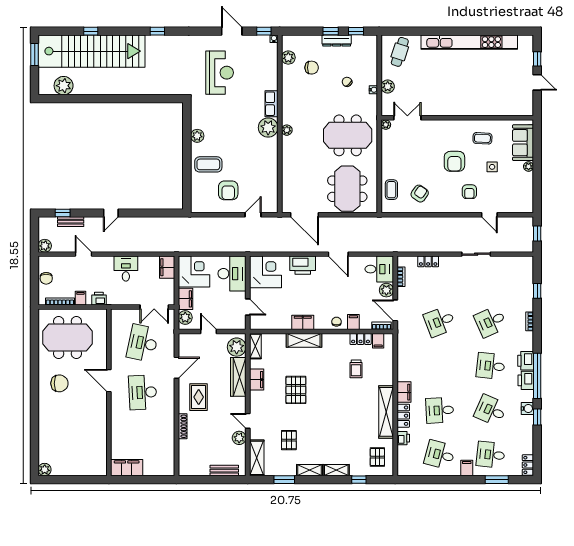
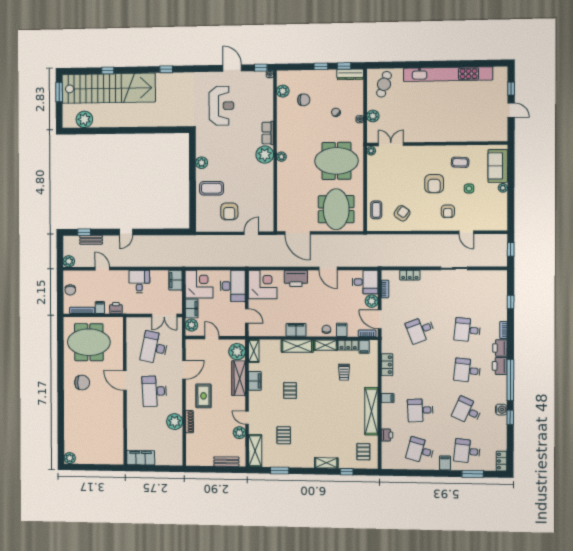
dresser: (337, 40) -> (350, 74), moved
desk: (491, 322) -> (467, 330), turned 30
printer: (526, 380) -> (500, 348), moved
pallet: (296, 390) -> (290, 390), width x0.67, depth x0.71
filing cabinet: (404, 392) -> (388, 398), width x0.50
locker: (403, 416) -> (387, 365), moved
plant: (166, 426) -> (175, 422), added
shelving: (309, 470) -> (326, 345), moved

